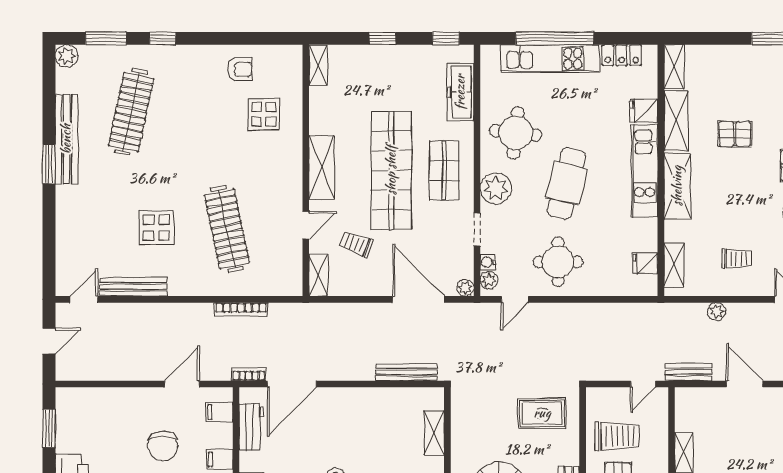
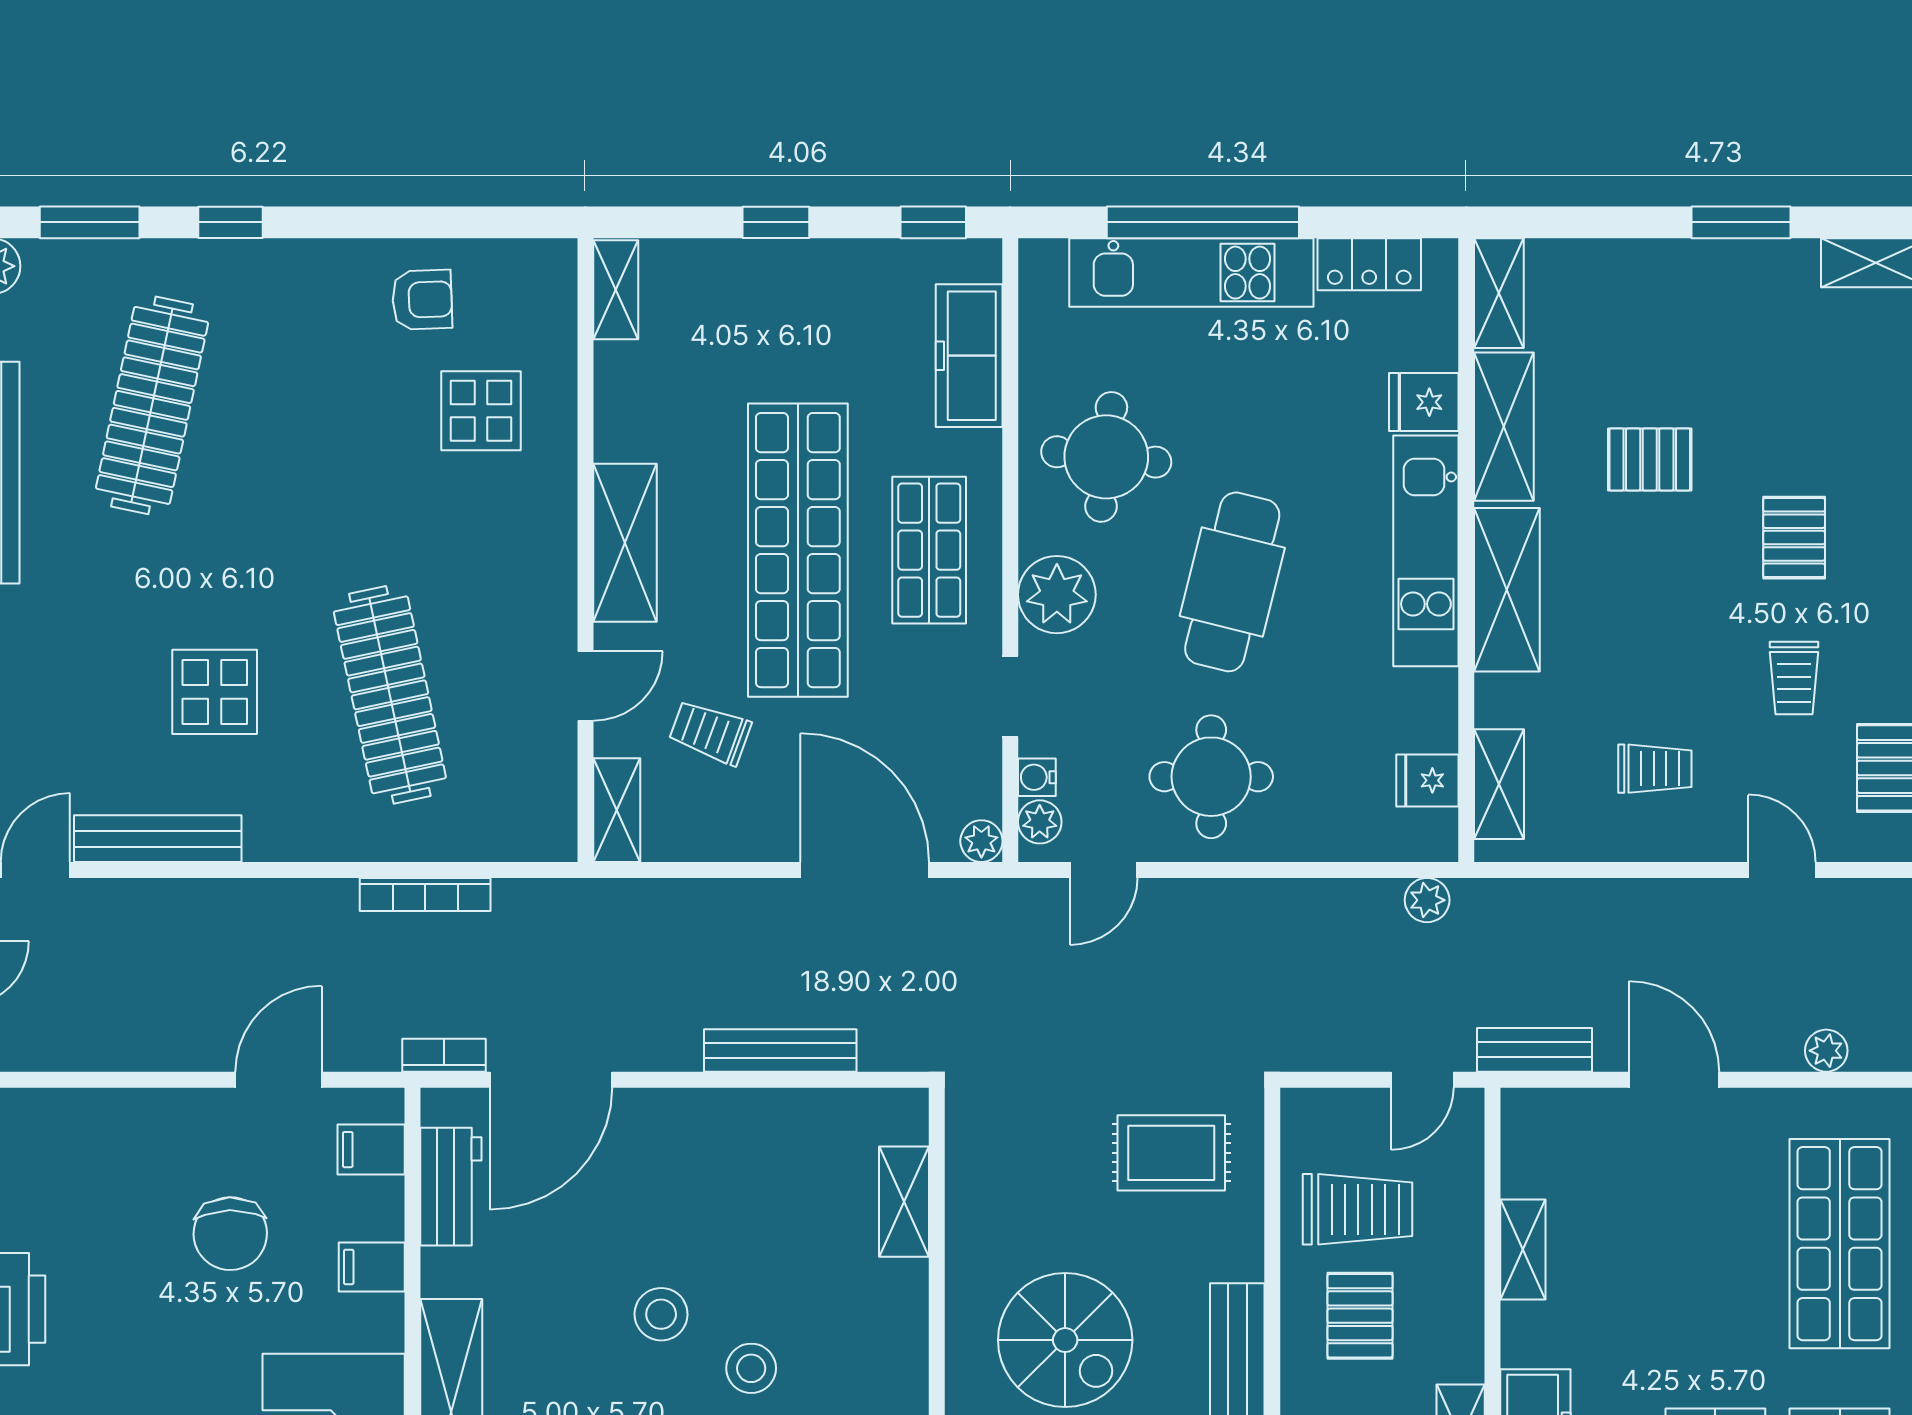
plant: (717, 312) -> (1427, 900), moved
bench: (407, 372) -> (780, 1050), moved

